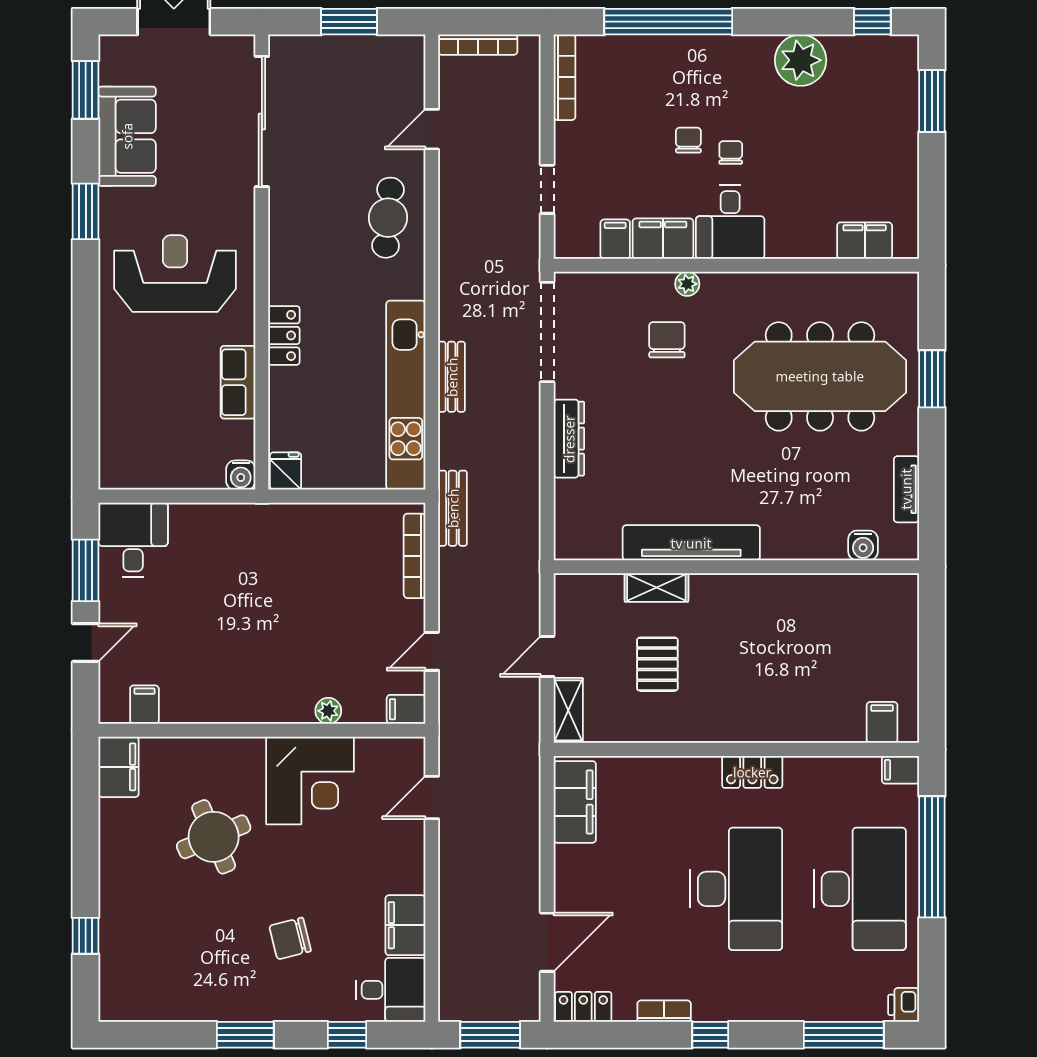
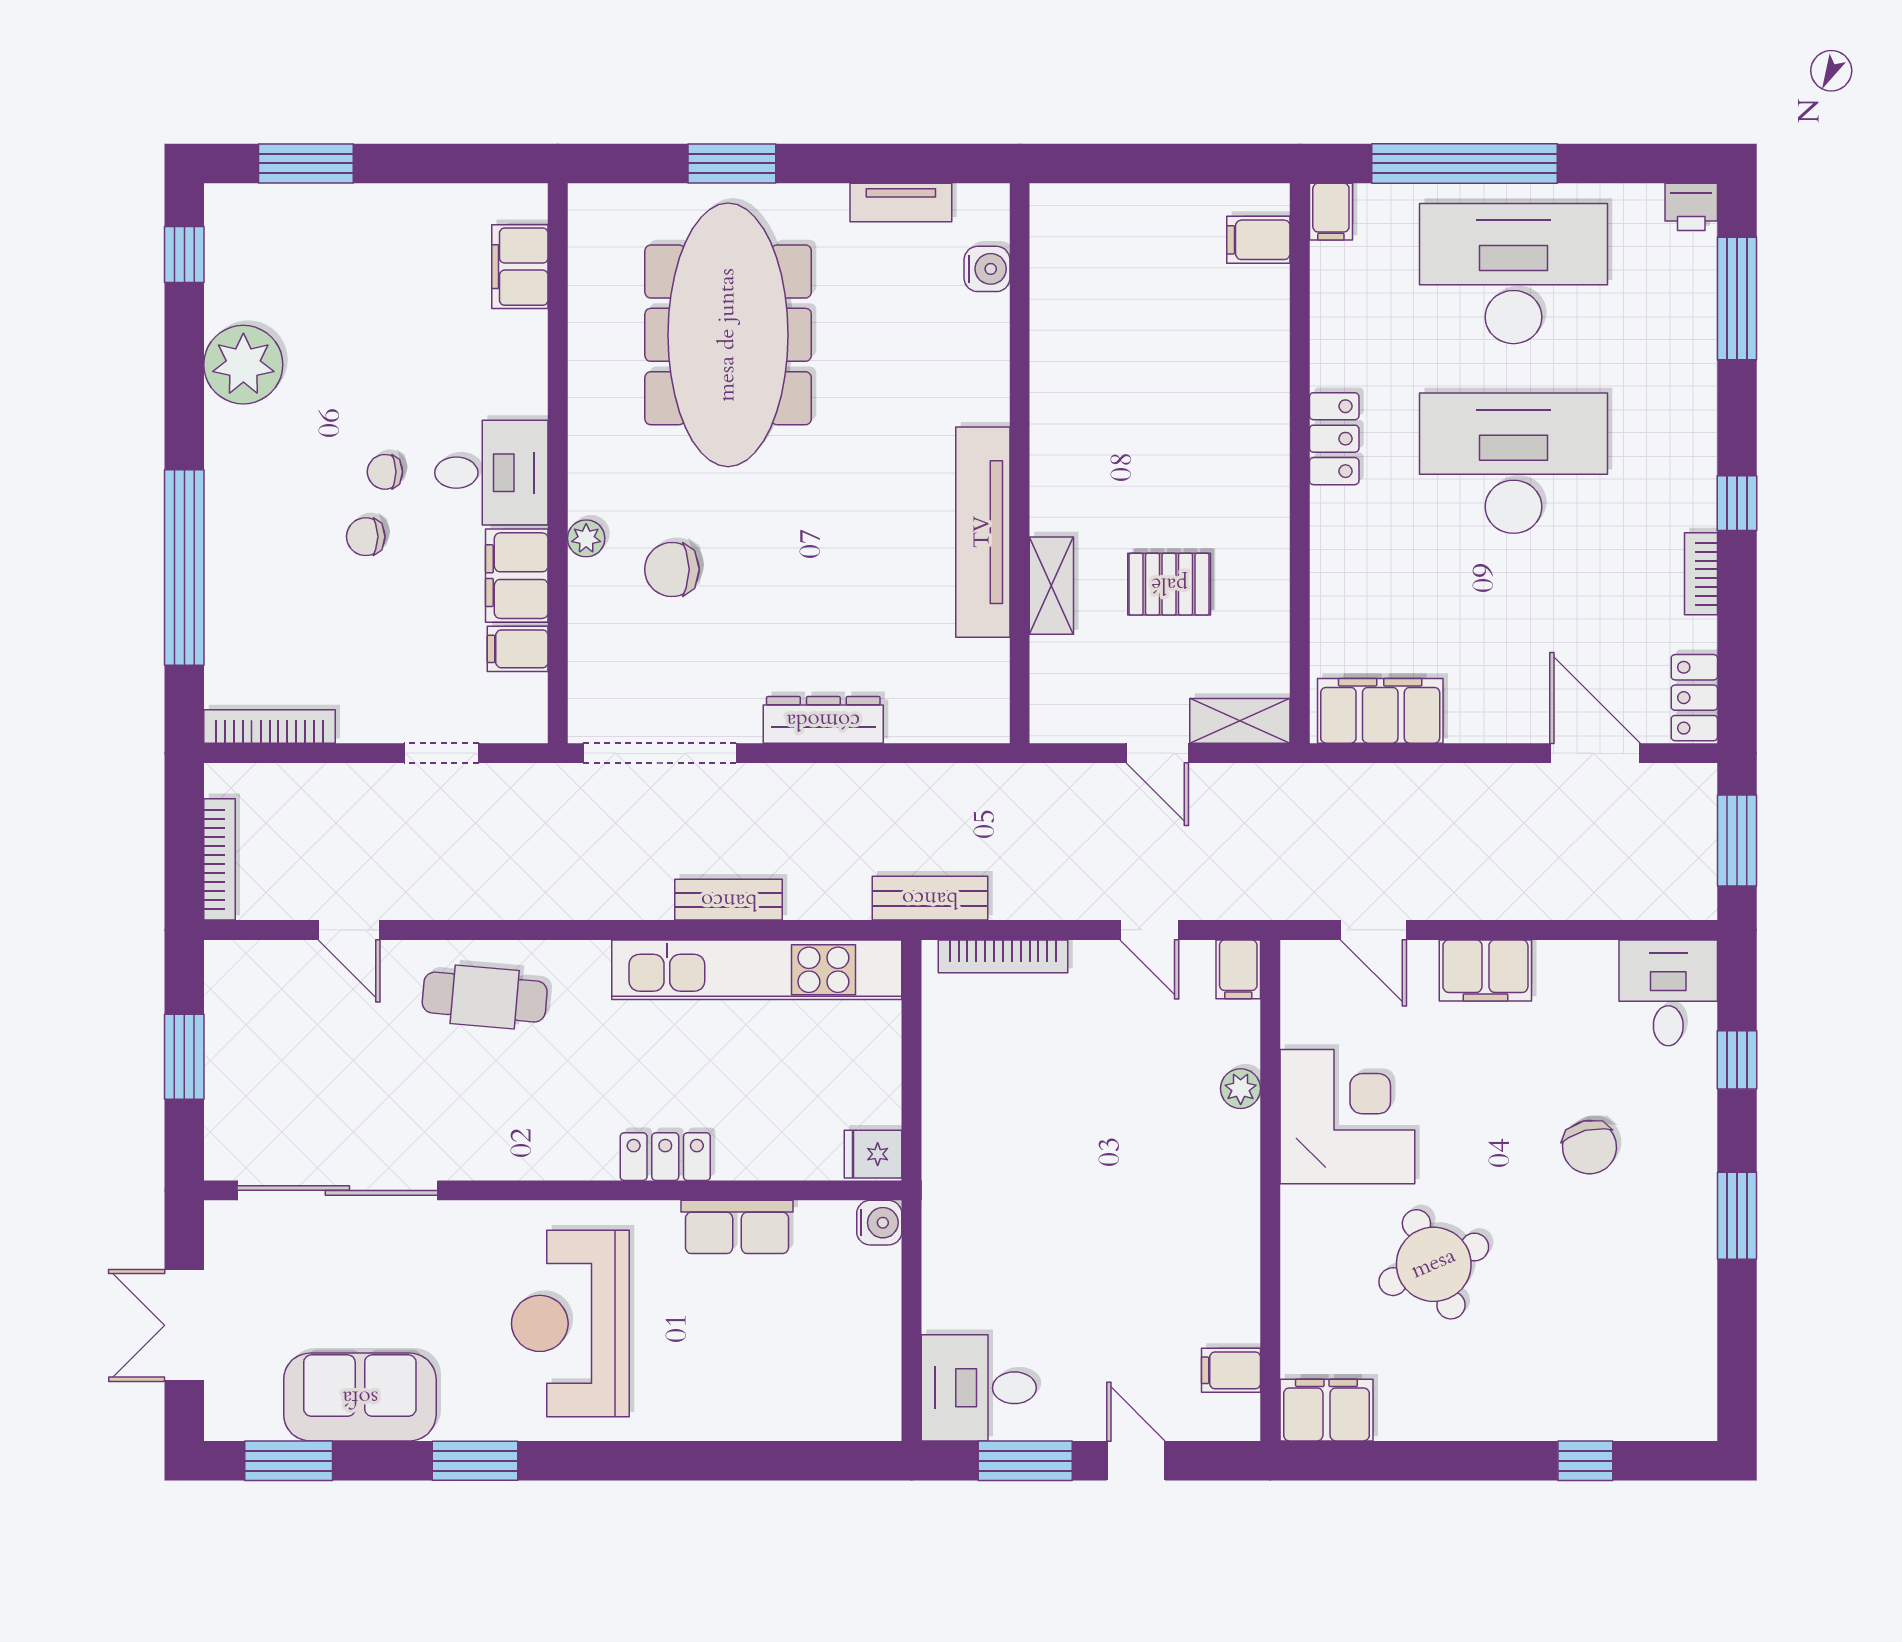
filing cabinet: (405, 925) -> (1485, 970), moved

